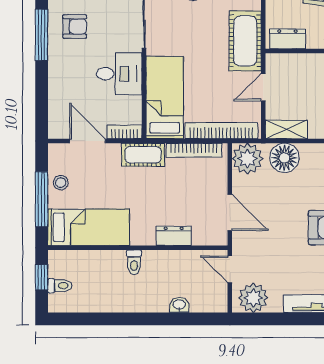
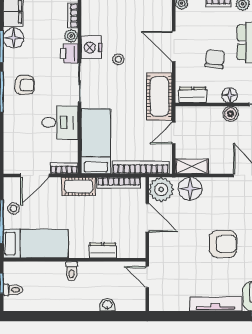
door: (87, 141) -> (35, 176), swing flipped
door: (230, 212) -> (147, 218), moved
plant: (253, 298) -> (166, 299), removed

